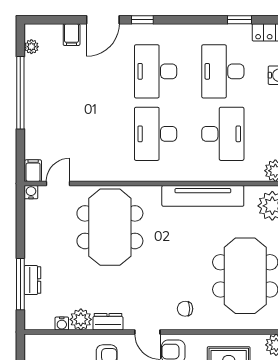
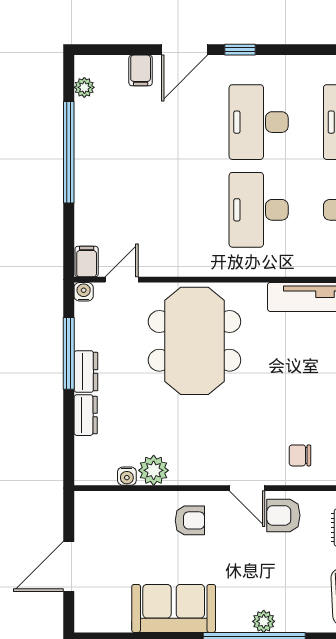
window: (20, 284) -> (69, 353), moved
dresser: (108, 322) -> (86, 372), moved, turned 90

